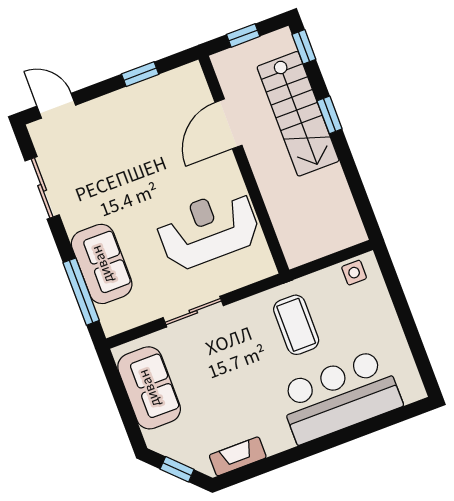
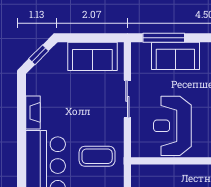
reception desk: (208, 229) -> (172, 126), turned 180
fireplace: (238, 456) -> (33, 112), moved

